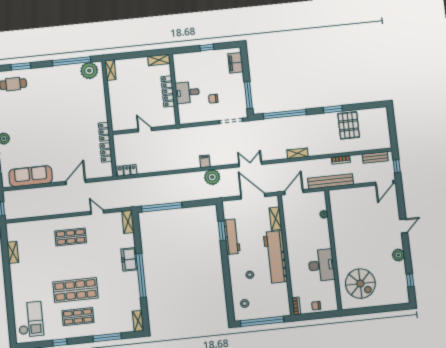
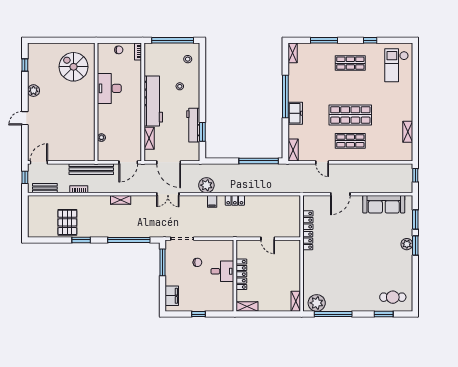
locker: (127, 170) -> (235, 200), moved
shop shelf: (75, 290) -> (350, 115), moved

